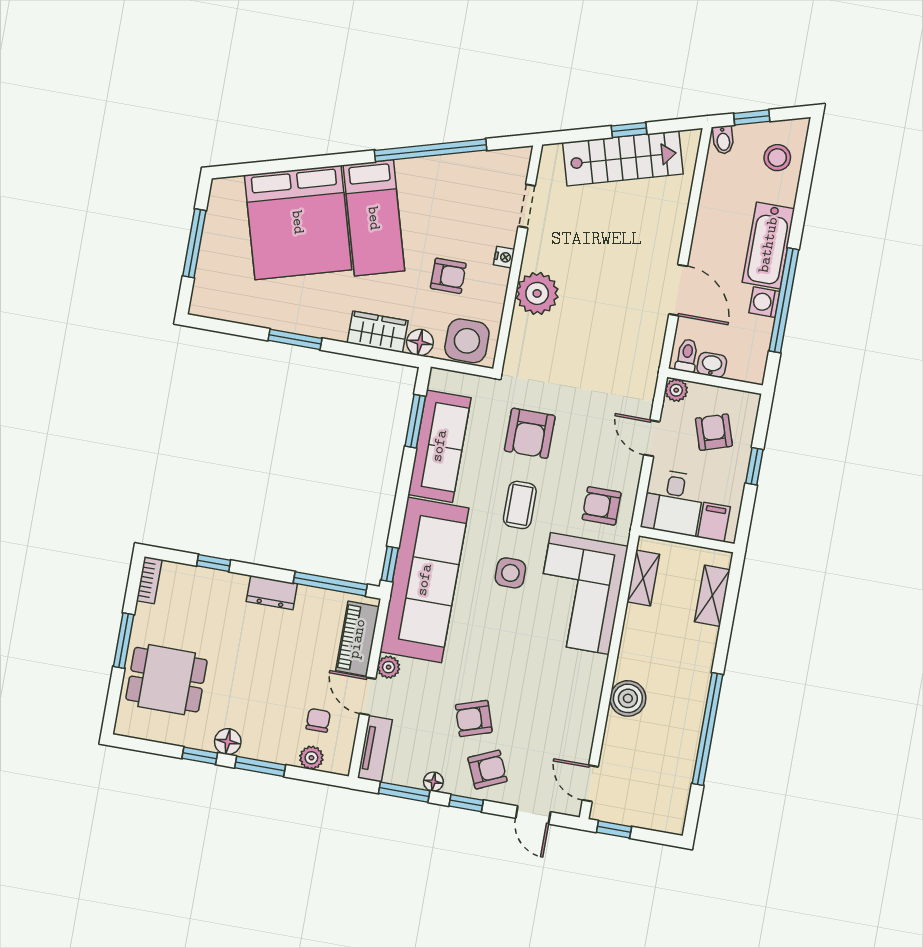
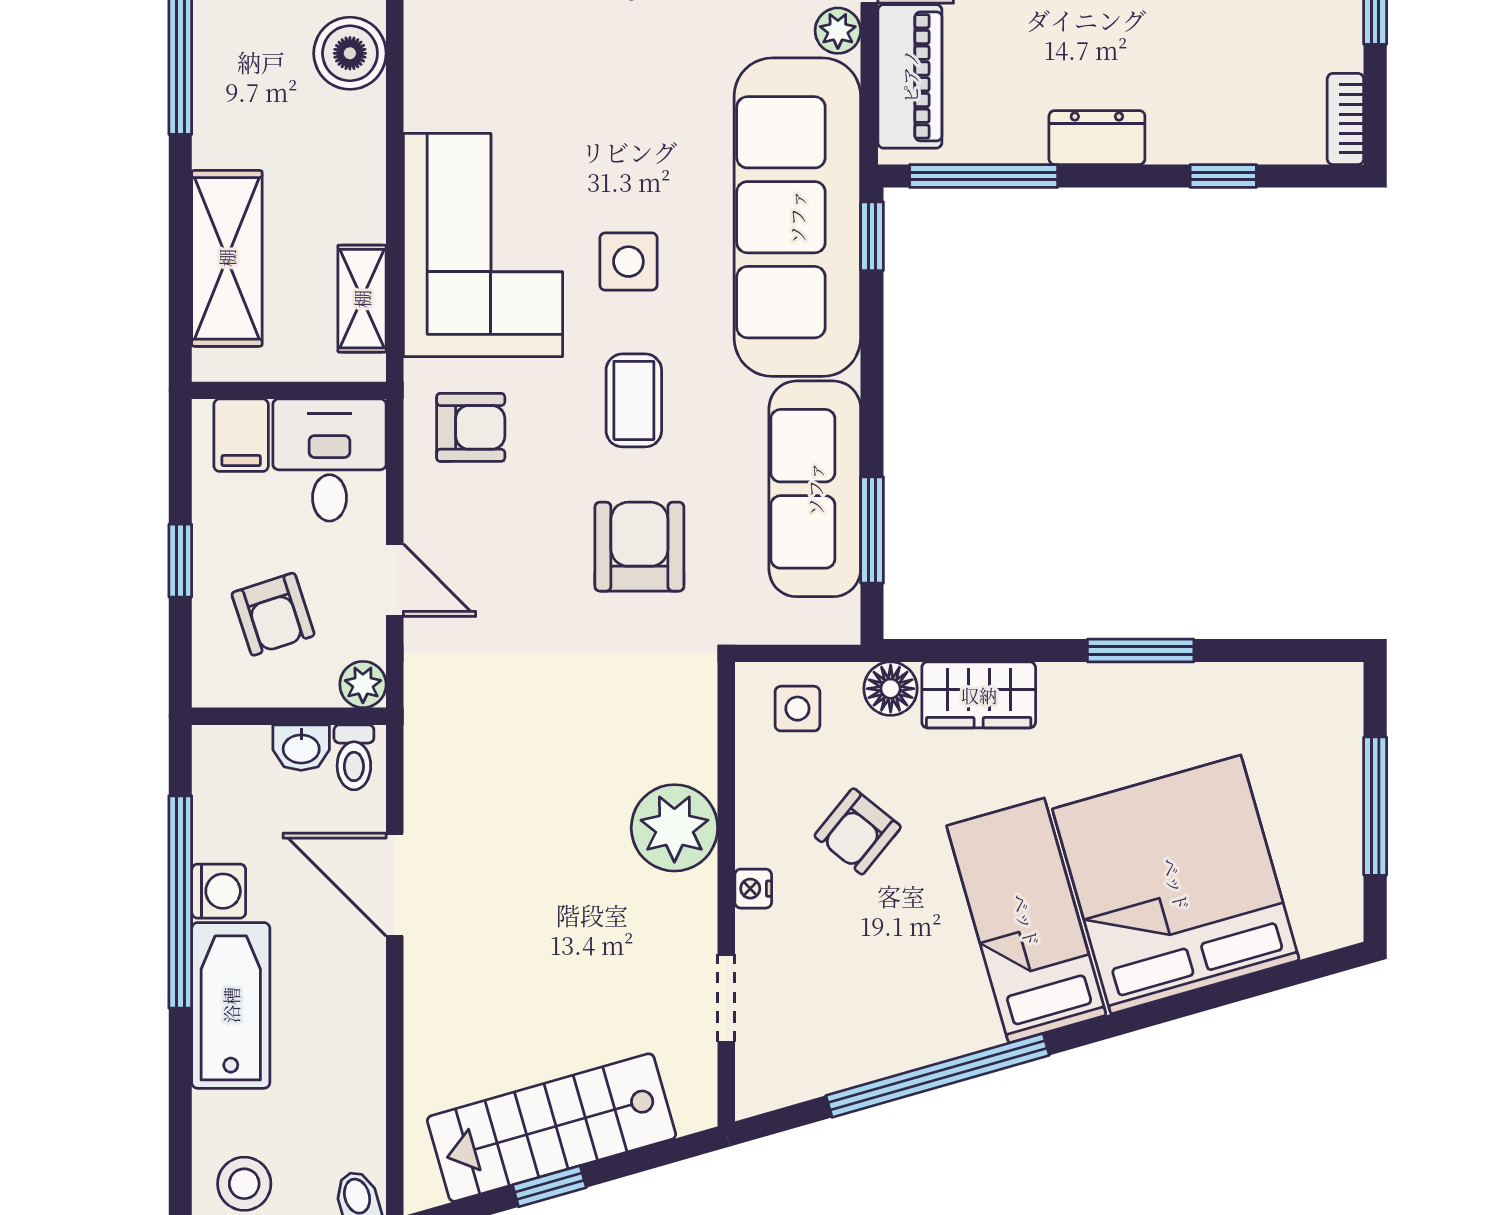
armchair: (448, 276) -> (858, 831), turned -51
side table: (467, 341) -> (797, 709), width x0.54, depth x0.54
shelving: (712, 596) -> (227, 258), width x1.50, depth x1.33

